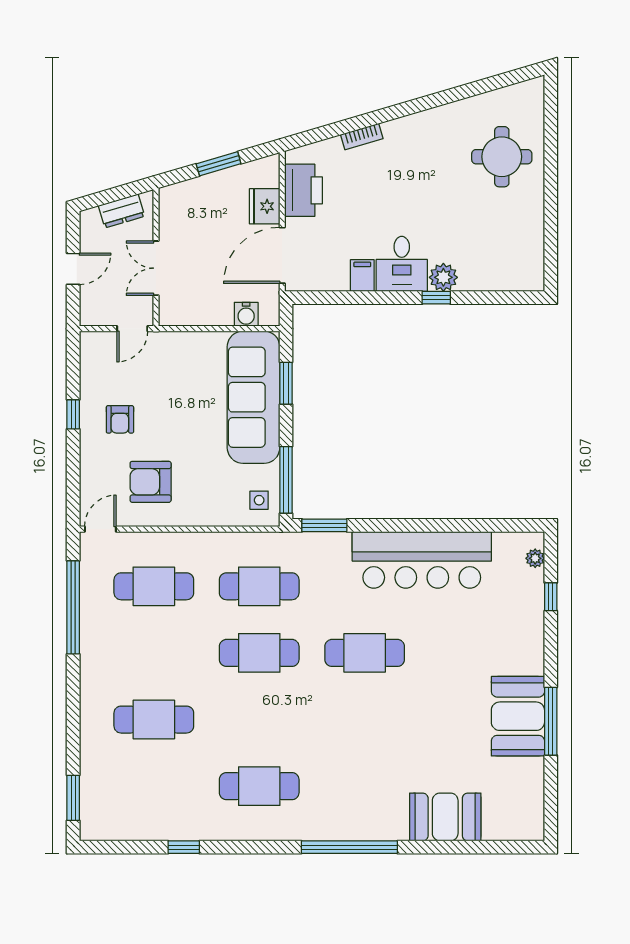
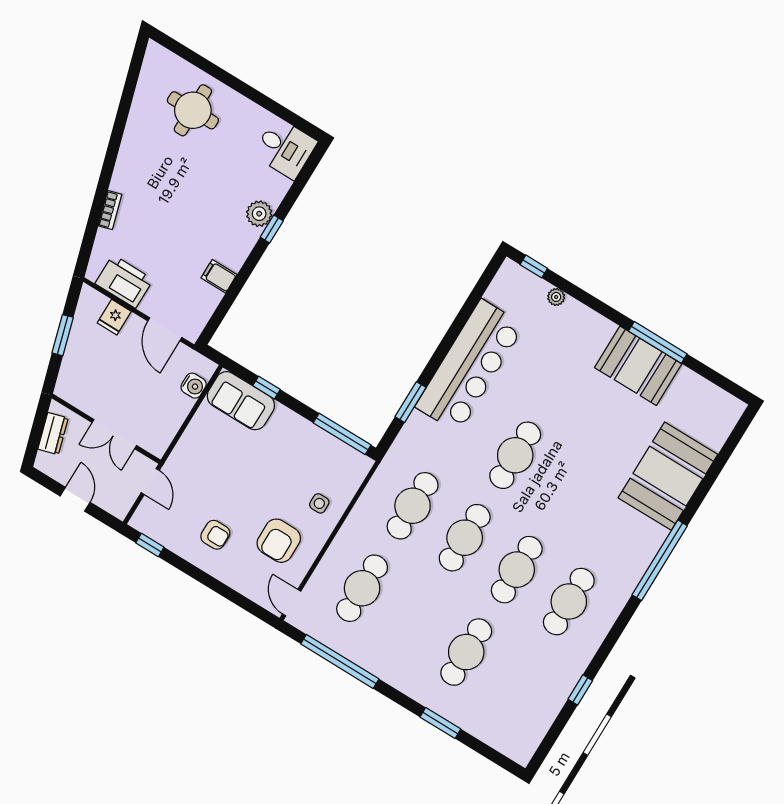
fridge: (265, 206) -> (114, 317), width x0.72
door: (282, 255) -> (165, 329), width x0.73
desk: (402, 264) -> (285, 148), moved
window: (286, 383) -> (267, 388), width x0.67
sofa: (254, 397) -> (241, 401), width x0.54, depth x0.79
window: (73, 414) -> (150, 545), moved
side table: (259, 500) -> (319, 503), moved
window: (324, 525) -> (411, 402), moved
plant: (535, 558) -> (556, 297), moved
window: (551, 597) -> (534, 266), moved
cafe table: (259, 720) -> (517, 570), added
window: (73, 798) -> (440, 723), moved
booth: (445, 817) -> (668, 476), width x1.36, depth x1.42

